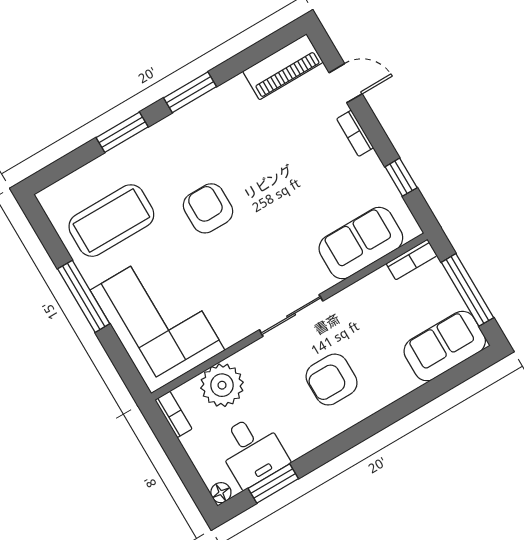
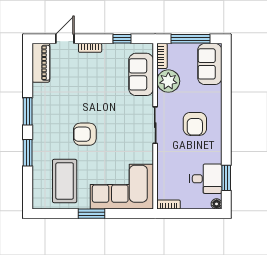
window: (84, 296) -> (91, 214), width x0.69
plant: (222, 385) -> (168, 81), moved

